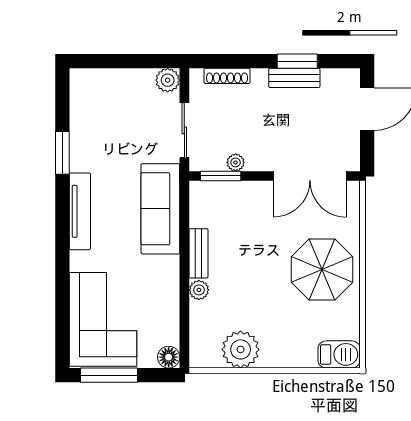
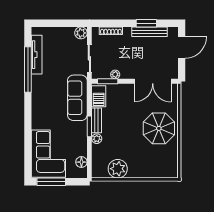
bench: (294, 78) -> (150, 32), width x1.36
window: (62, 153) -> (28, 70), width x2.11
tv unit: (80, 211) -> (37, 55), moved
window: (184, 266) -> (89, 126), added
barbecue: (339, 354) -> (99, 96), moved, turned 90
floor lamp: (169, 357) -> (81, 162), moved

